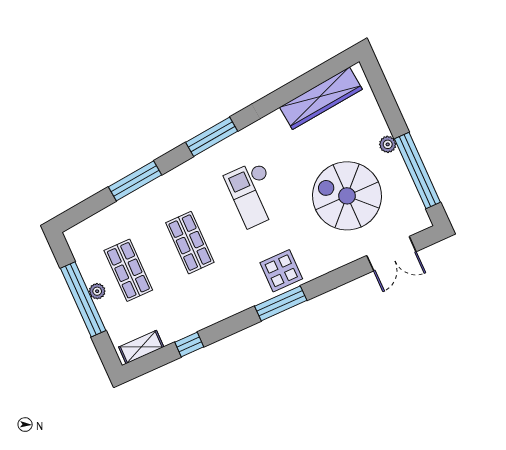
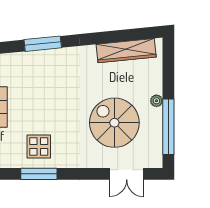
checkout: (254, 194) -> (53, 94), removed
display table: (281, 271) -> (39, 147), moved

